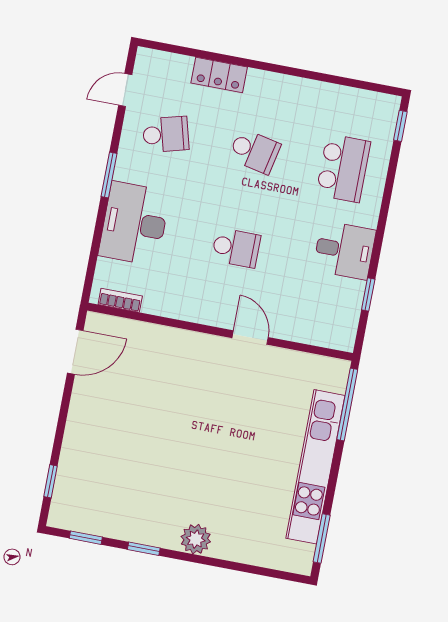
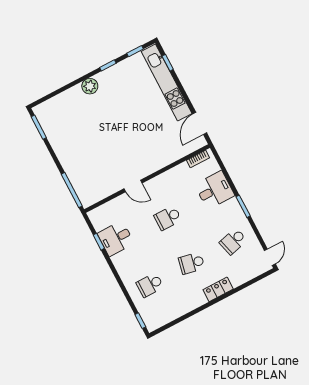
locker: (219, 75) -> (218, 289), moved
door: (125, 90) -> (270, 257), moved
school desk: (343, 168) -> (150, 285), width x0.54
desk: (134, 224) -> (215, 190), width x0.73
desk: (344, 250) -> (116, 238), moved
kitchen unit: (315, 467) -> (167, 82), moved, turned 180

